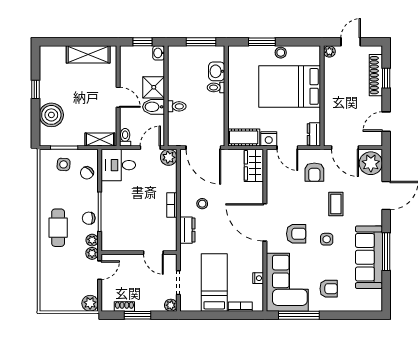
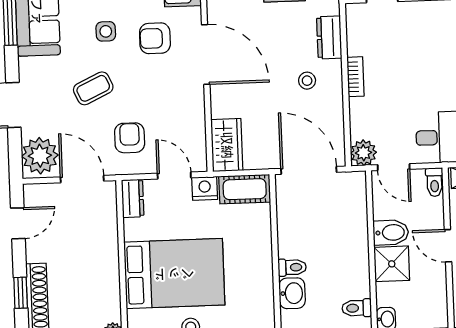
toilet: (177, 106) -> (357, 308), moved
door: (150, 148) -> (394, 167), hinge flipped
coffee table: (336, 204) -> (93, 88), turned 65

